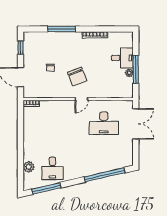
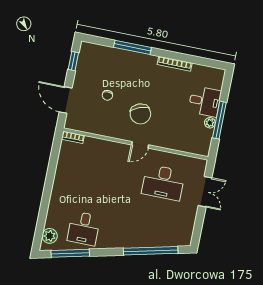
double door: (136, 124) -> (205, 192), width x0.73
plant: (29, 167) -> (50, 236), moved

